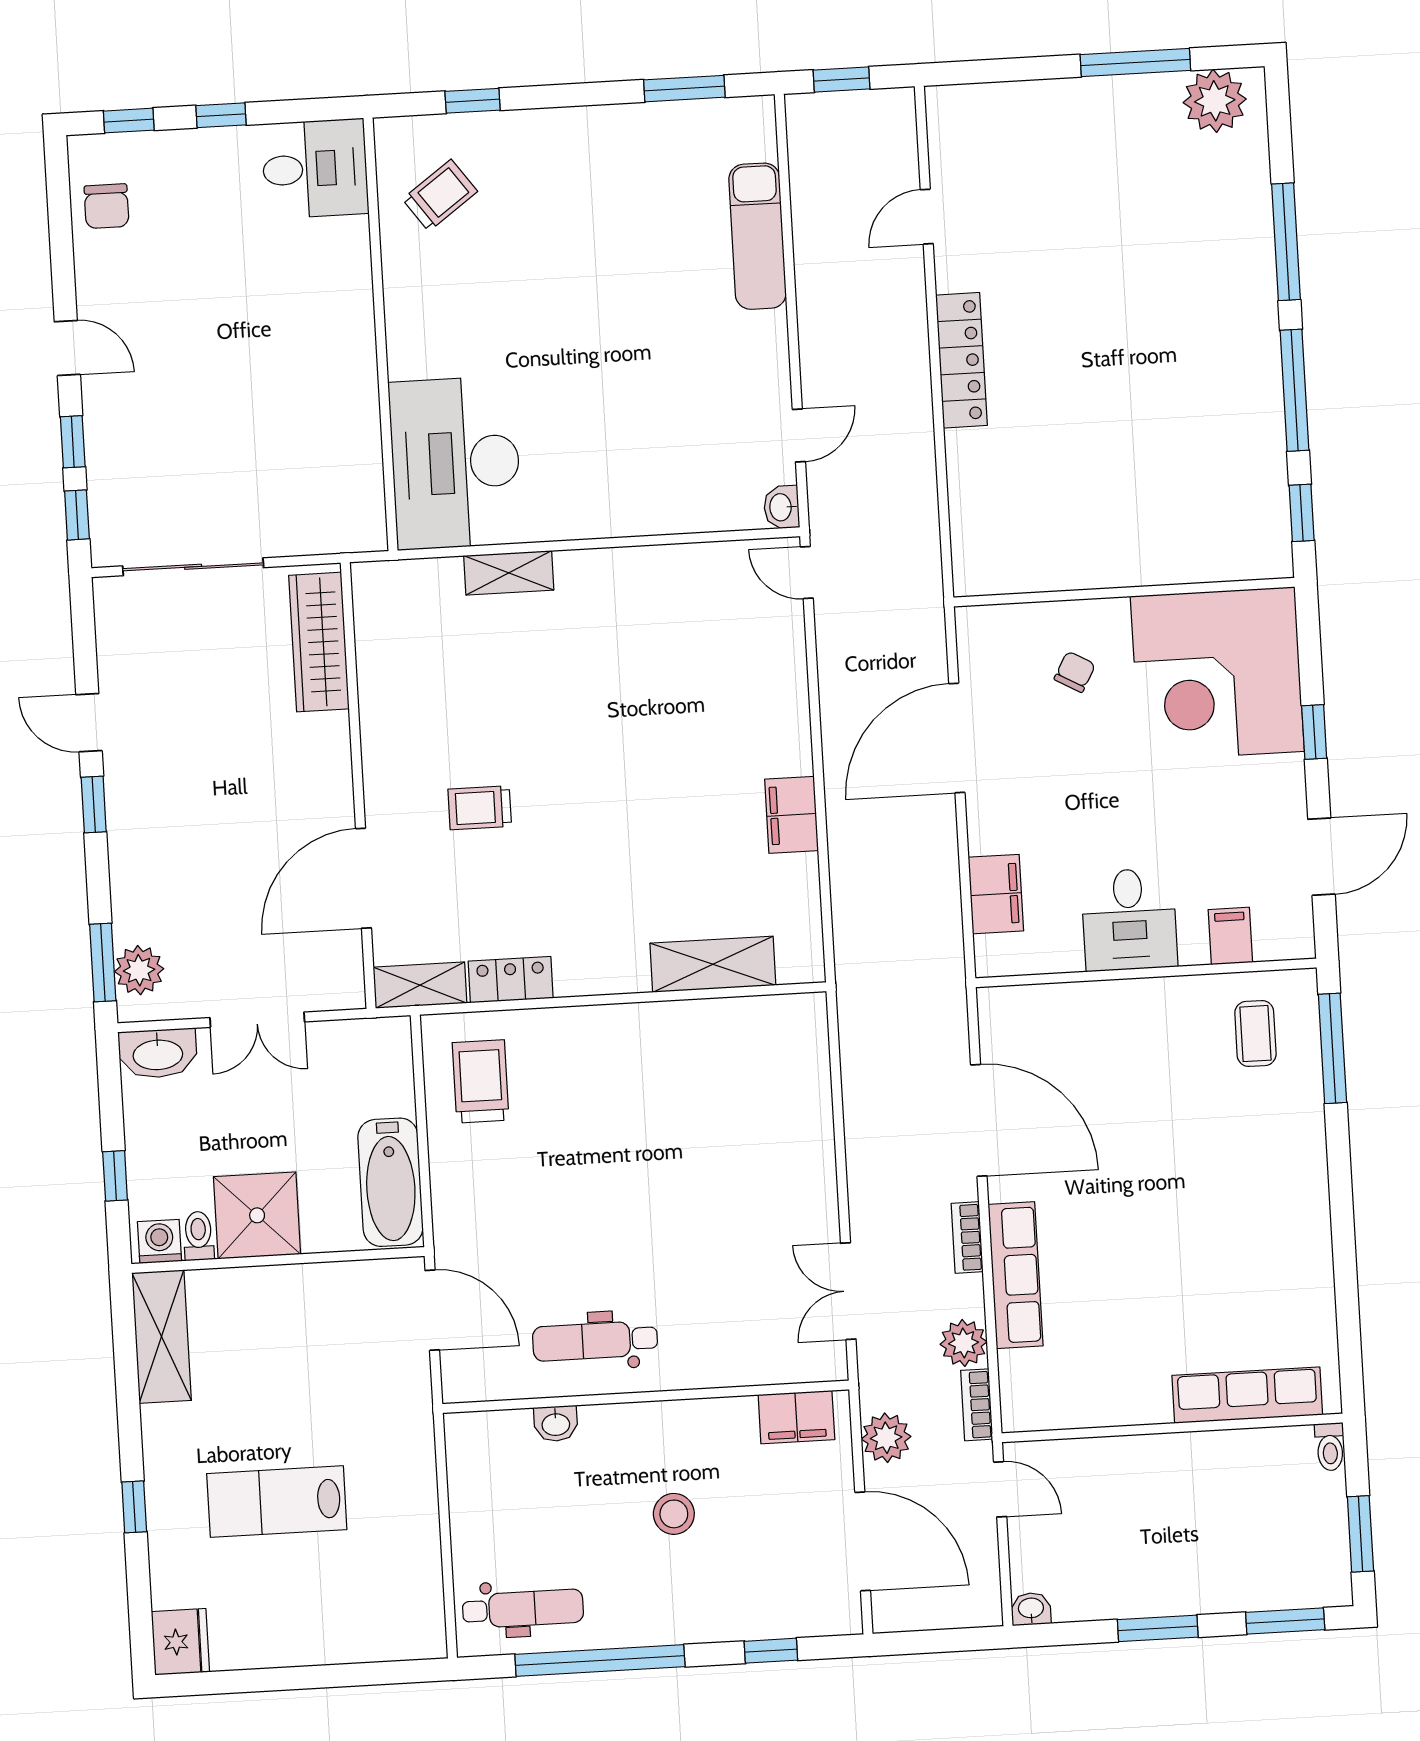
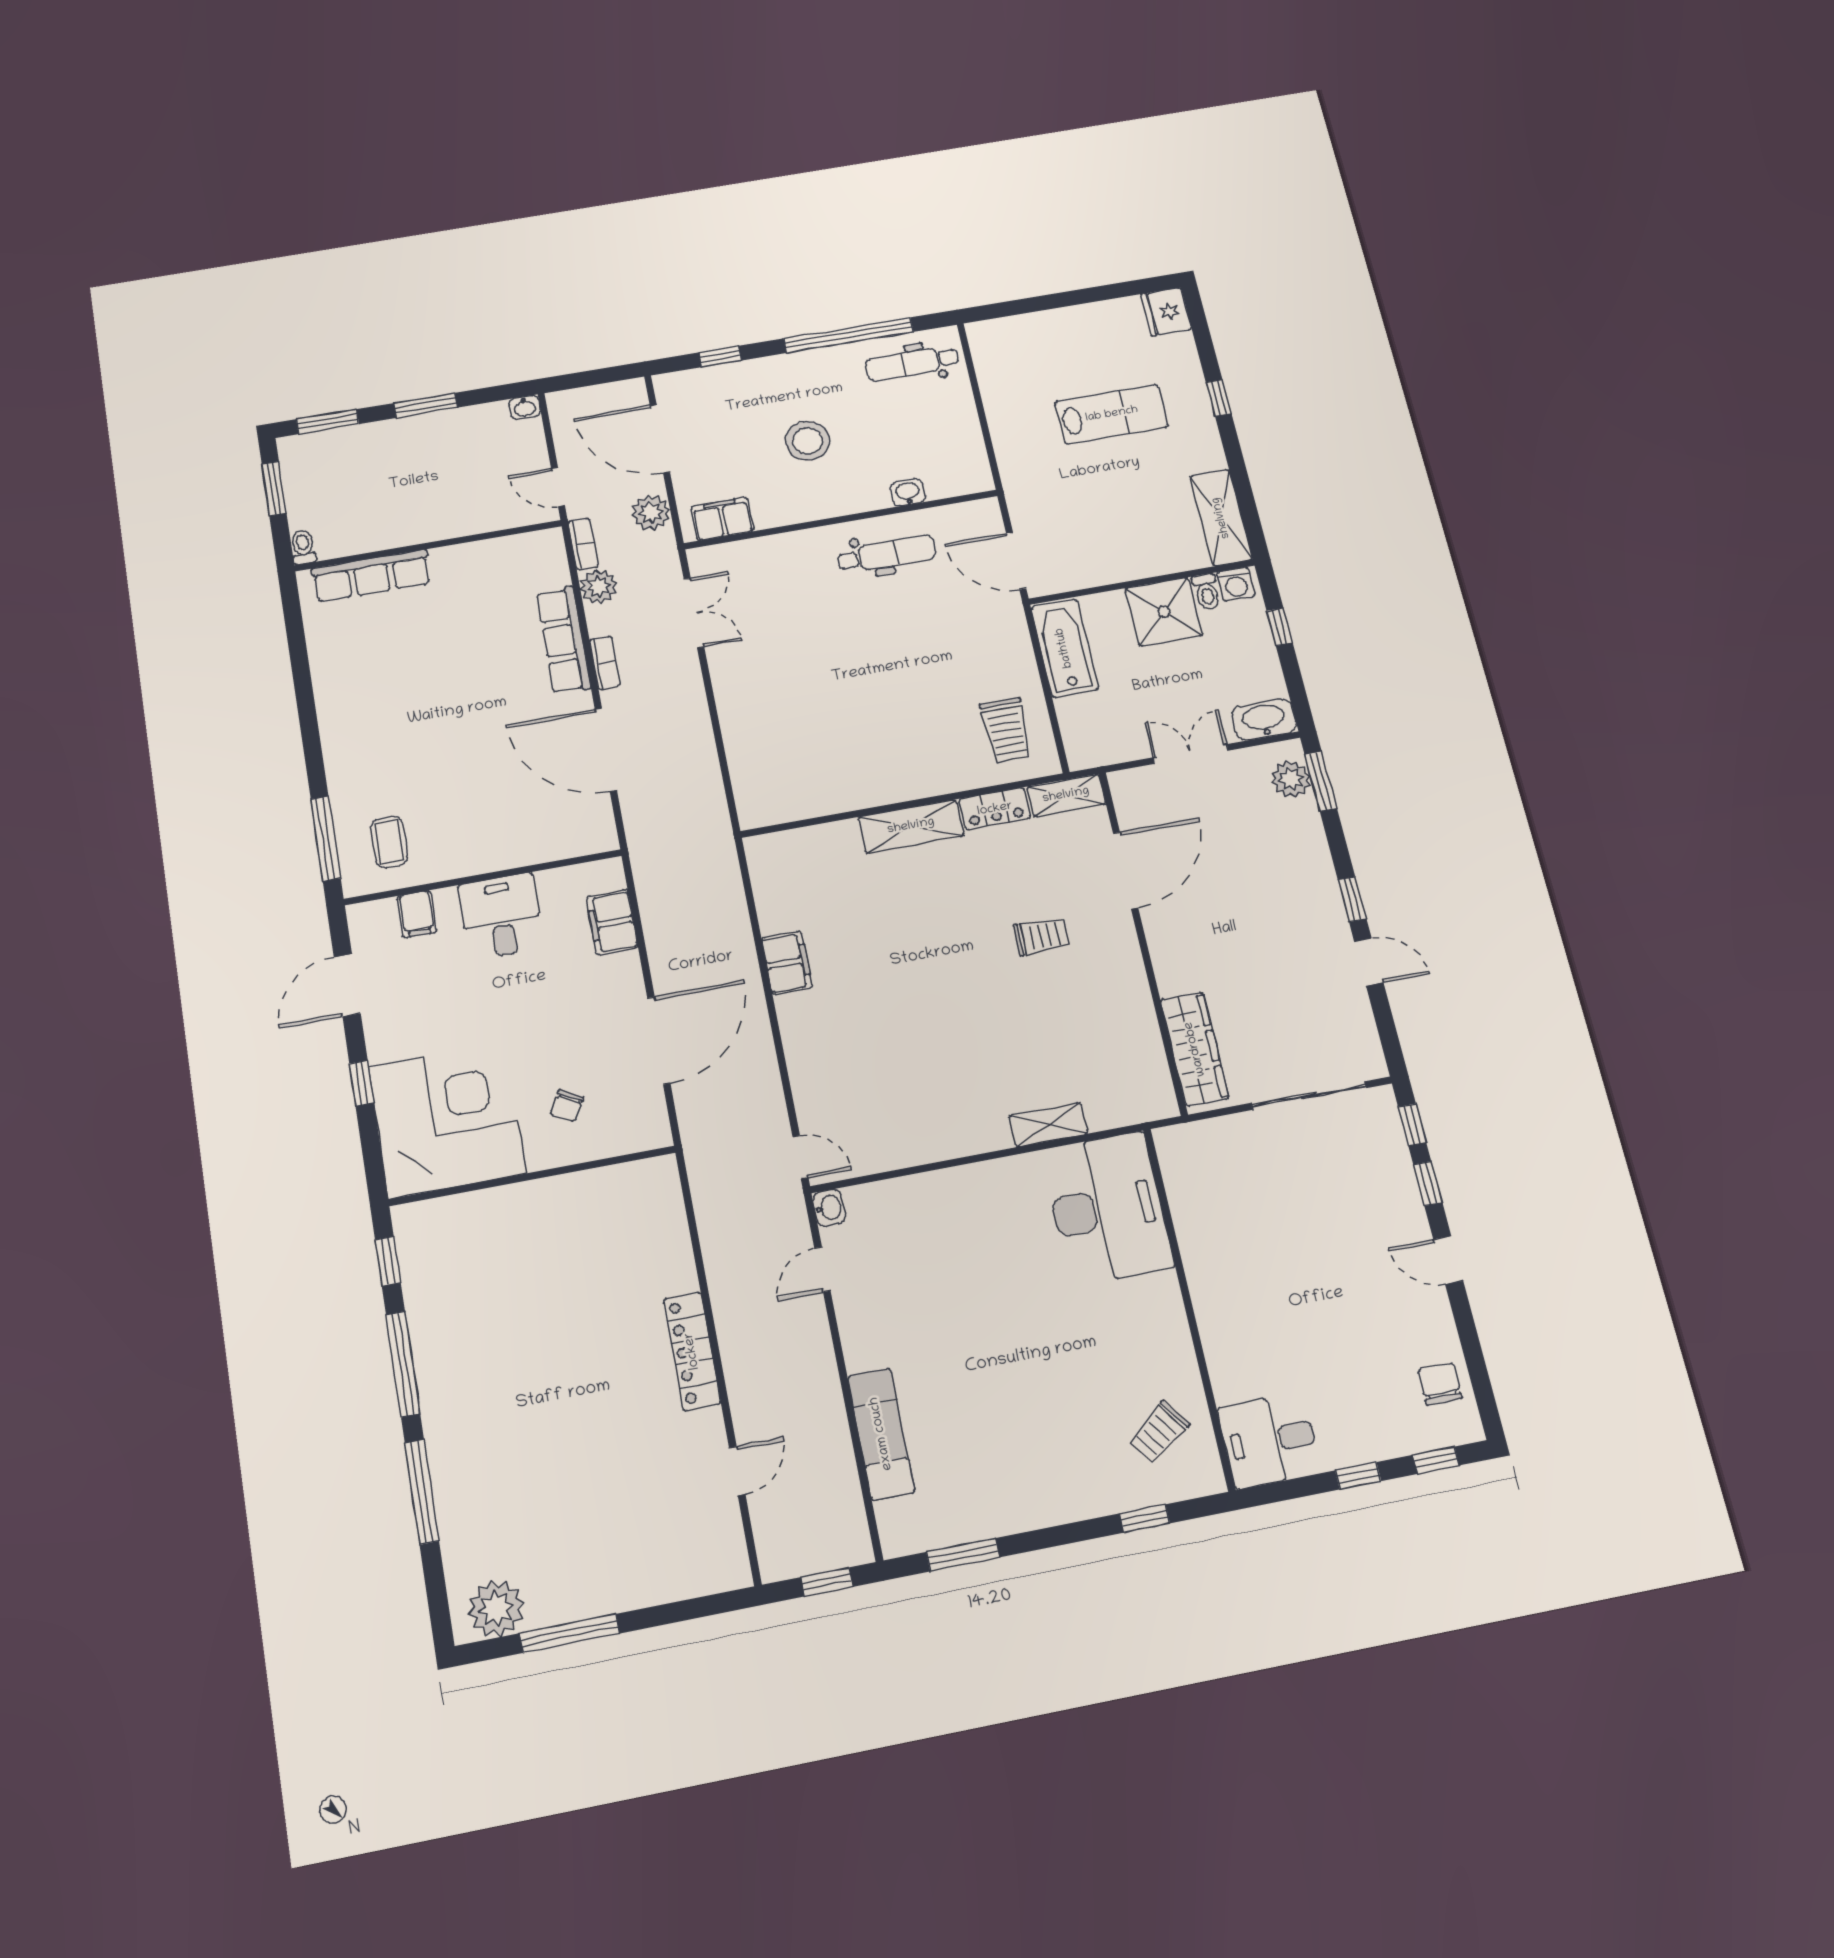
shelving: (713, 964) -> (911, 826), moved
stool: (674, 1514) -> (807, 441), width x1.38, depth x1.38

